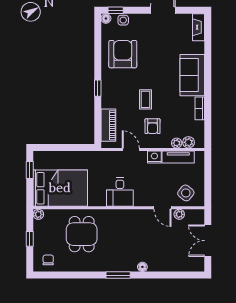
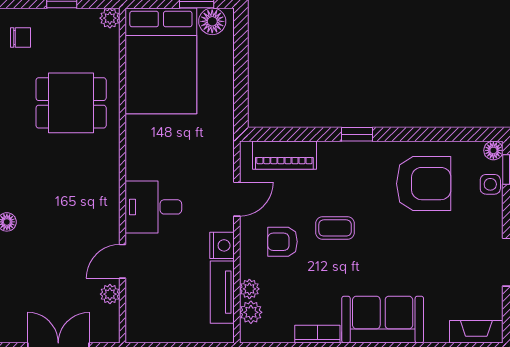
floor lamp: (40, 162) -> (212, 21), added
desk: (120, 192) -> (153, 207), moved
side table: (186, 193) -> (152, 307), removed

